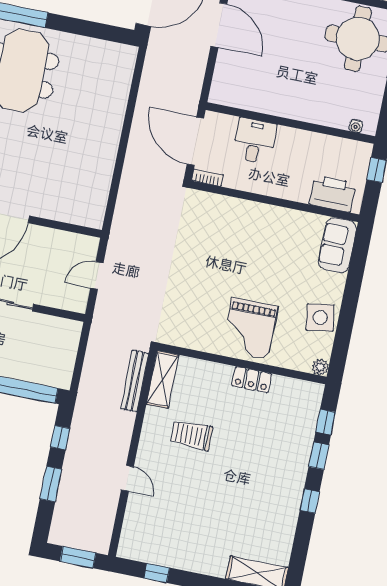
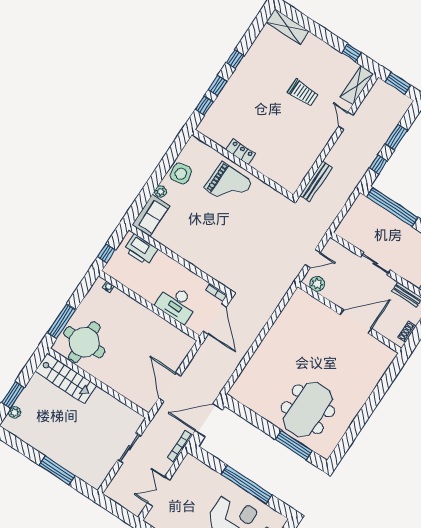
desk: (255, 141) -> (177, 304), width x1.37
plant: (77, 244) -> (317, 284), added
grand piano: (250, 328) -> (229, 185), turned 90
plant: (320, 367) -> (161, 192), moved
shelving: (163, 380) -> (357, 85), moved
trolley: (191, 435) -> (303, 93), moved

